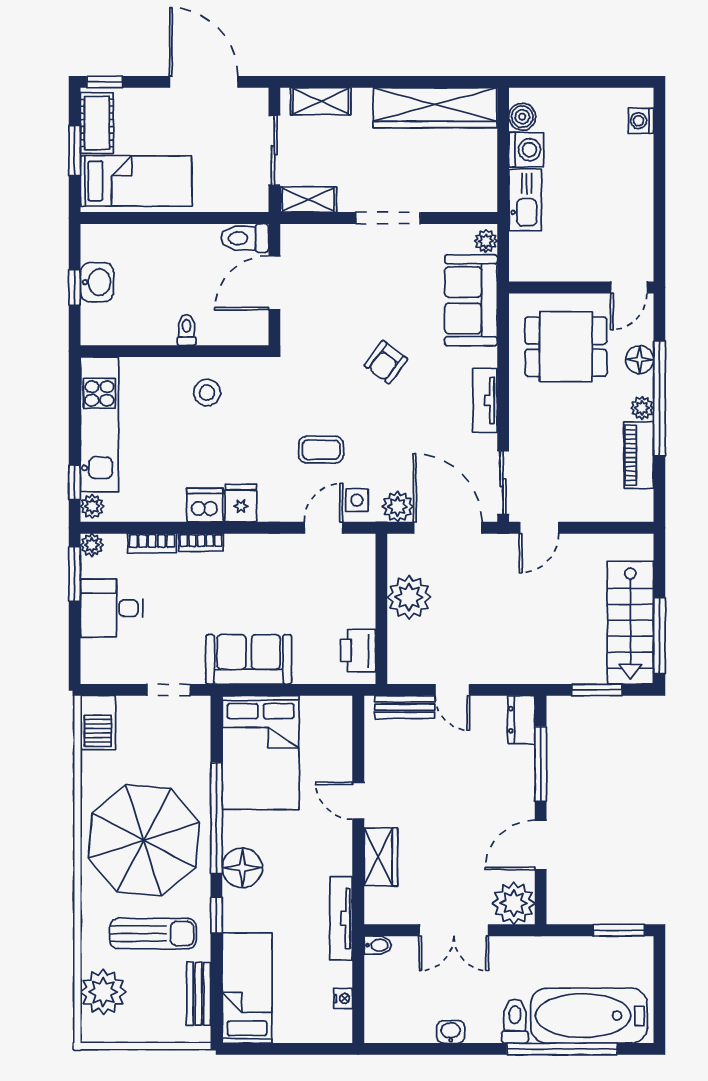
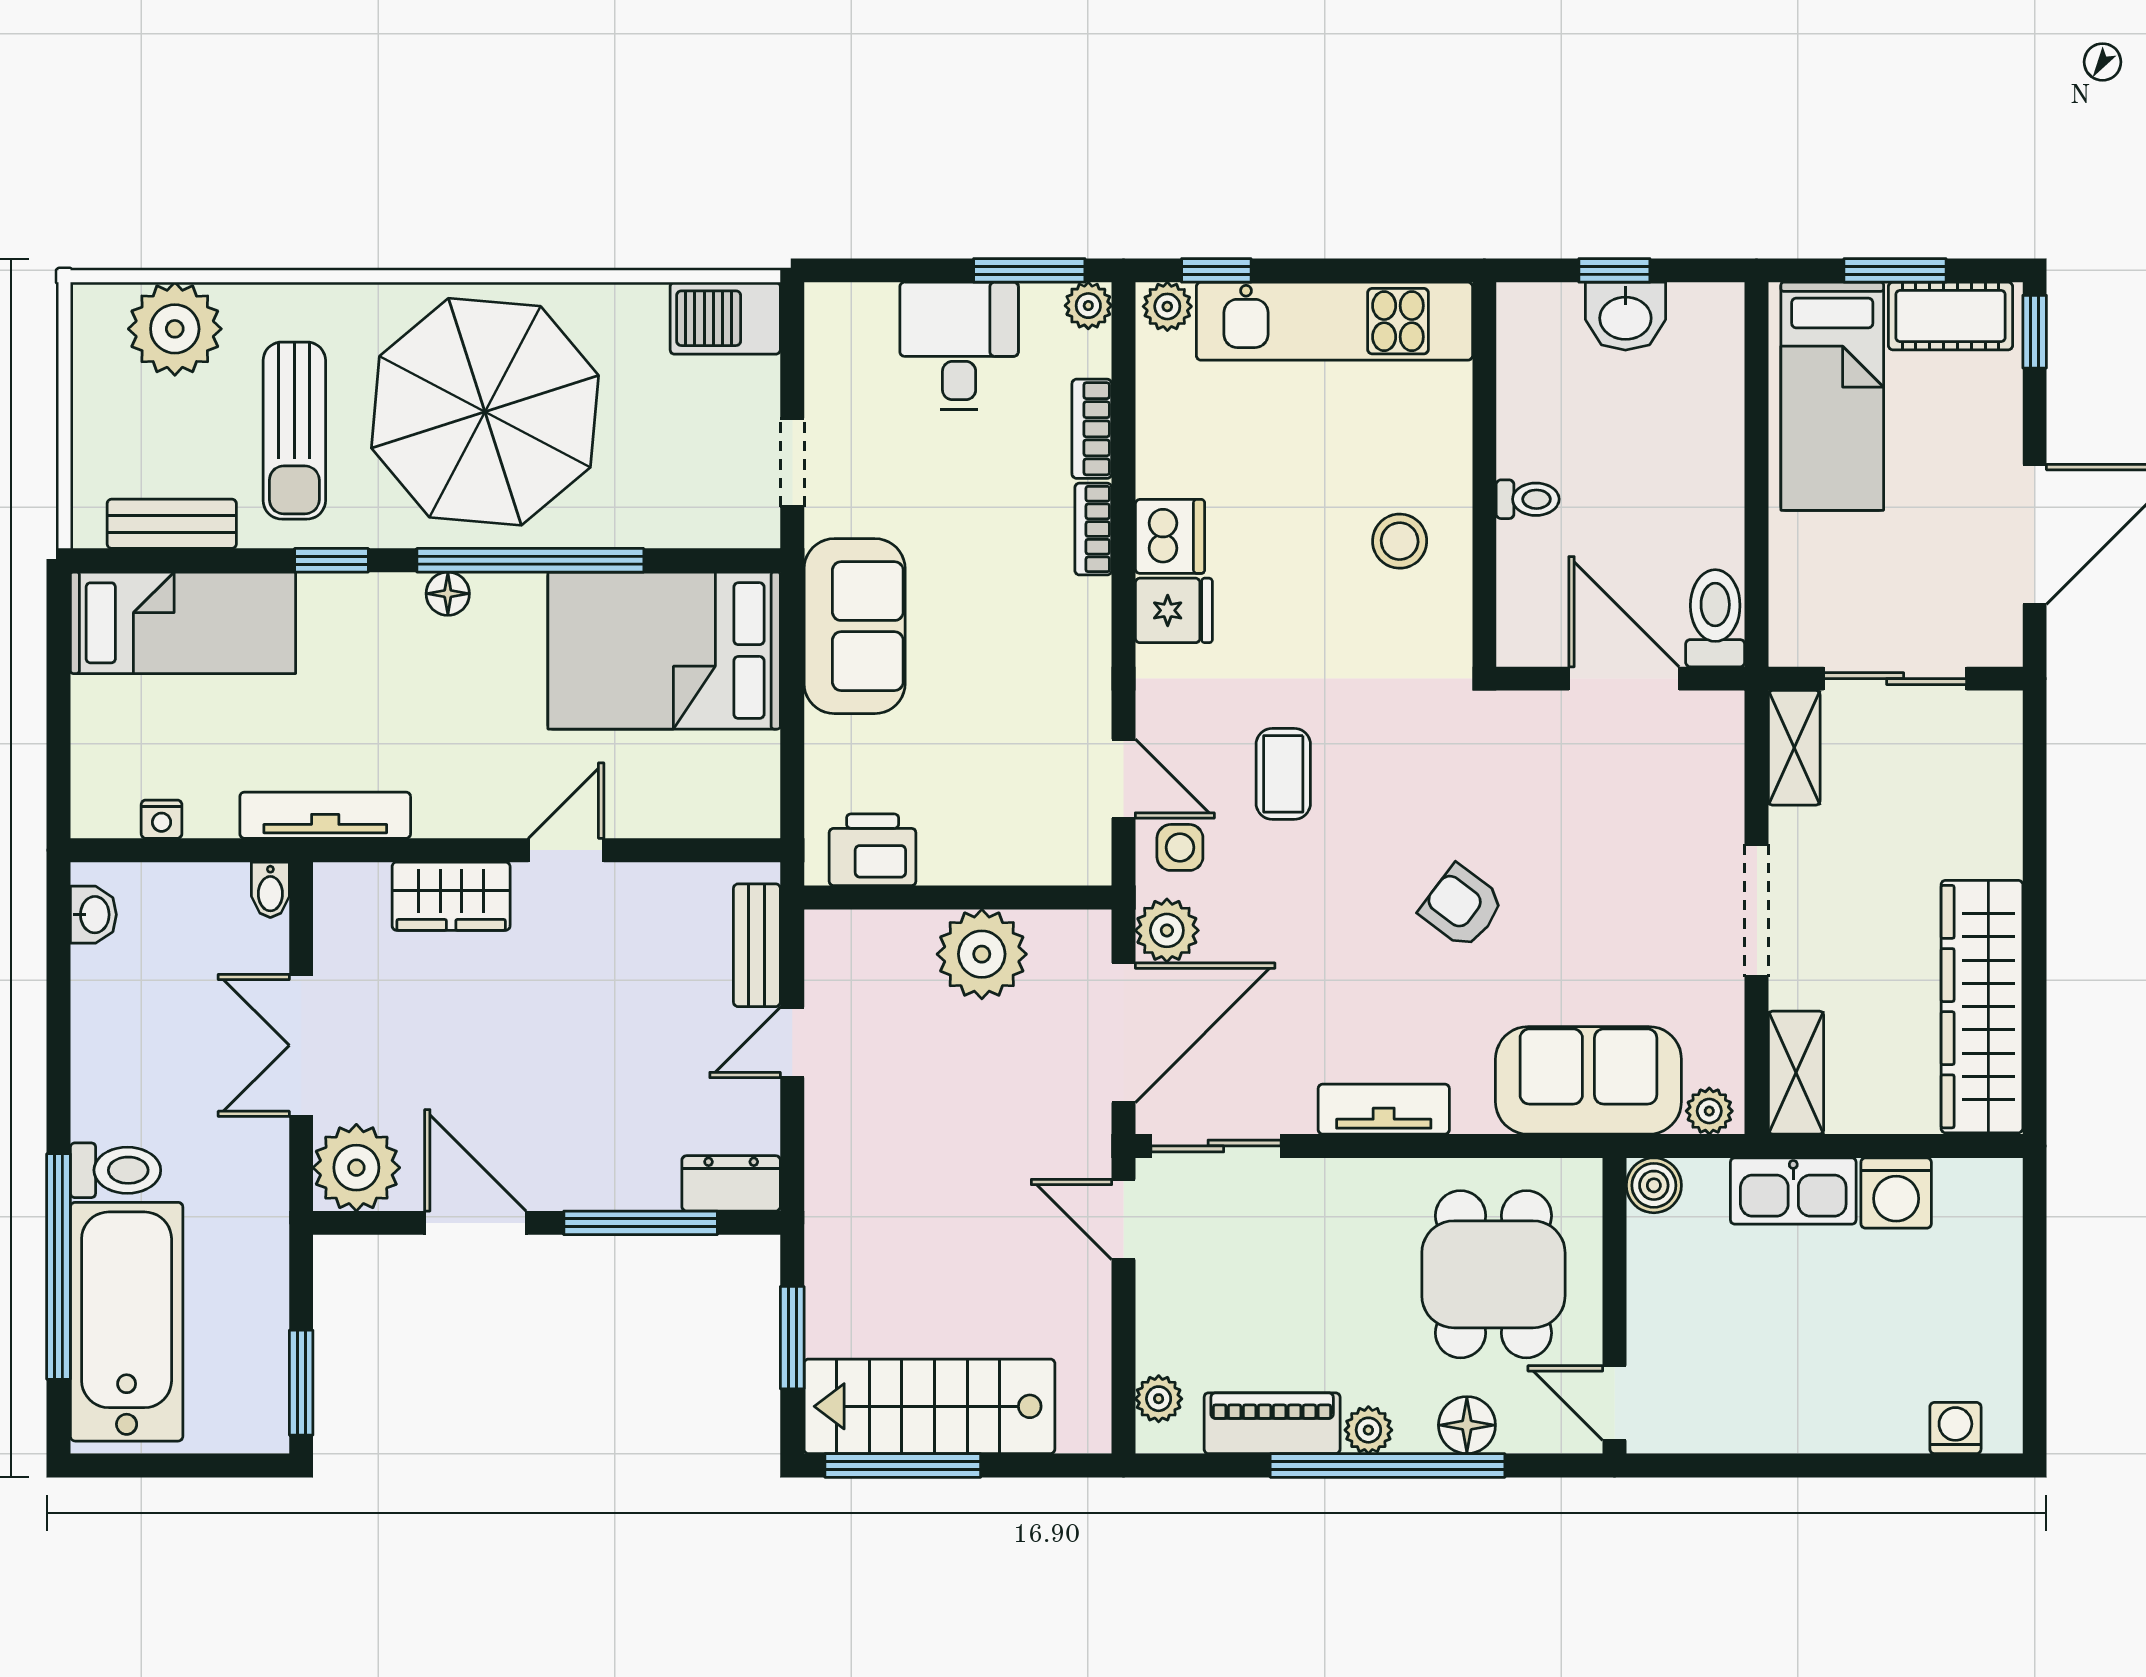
shelving: (321, 101) -> (1796, 1073), moved
boiler: (522, 117) -> (1654, 1185), moved
plant: (627, 511) -> (1159, 1399), added
floor lamp: (242, 868) -> (448, 594), width x0.53, depth x0.53
washbasin: (451, 1032) -> (93, 915), moved

